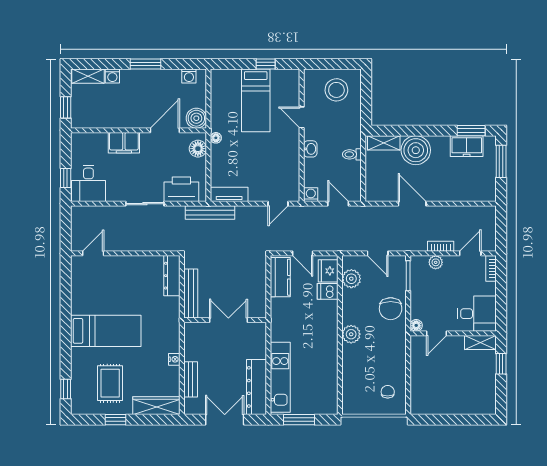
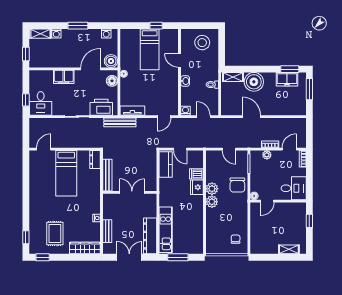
fridge: (328, 271) -> (197, 187), moved
dresser: (172, 276) -> (95, 160), width x0.70
plant: (351, 279) -> (212, 189), moved
bed: (106, 331) -> (66, 173), moved, turned 90
shelving: (480, 342) -> (289, 249), moved
window: (115, 420) -> (43, 257), moved

